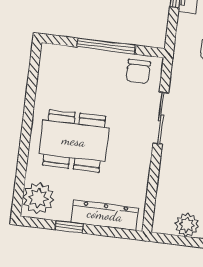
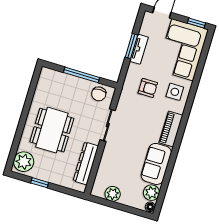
dining table: (74, 141) -> (52, 130), turned 90
dresser: (105, 215) -> (86, 163), moved, turned -90

